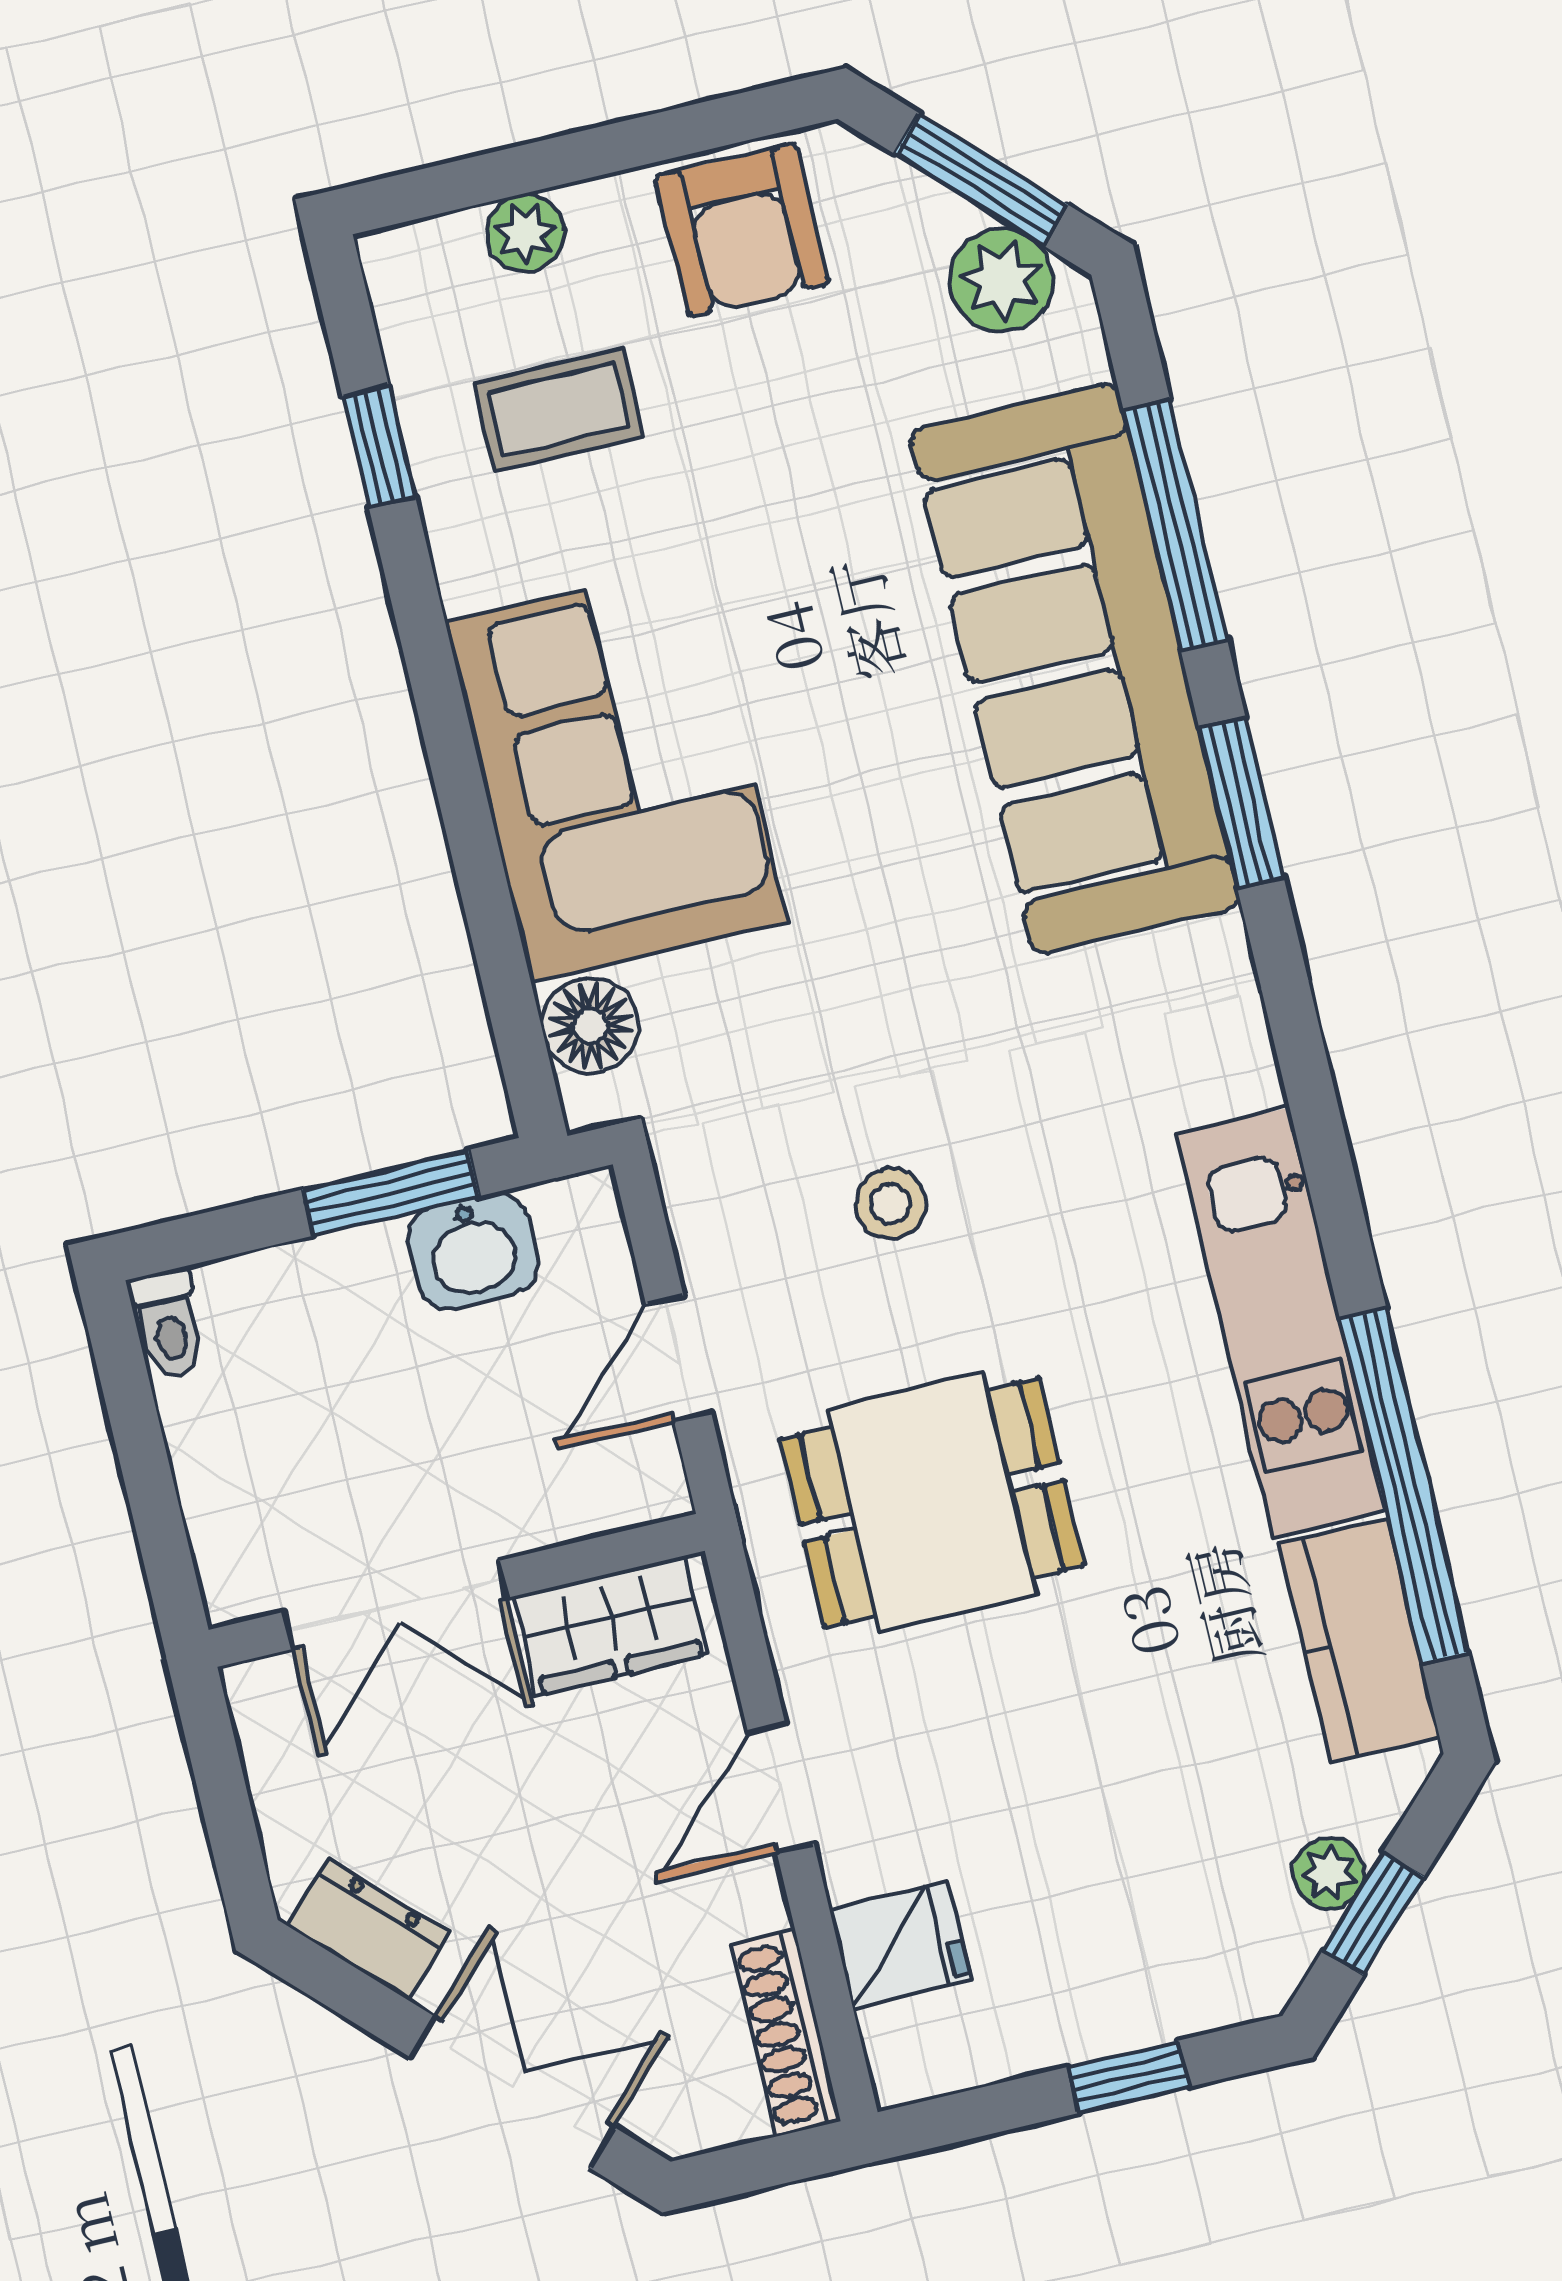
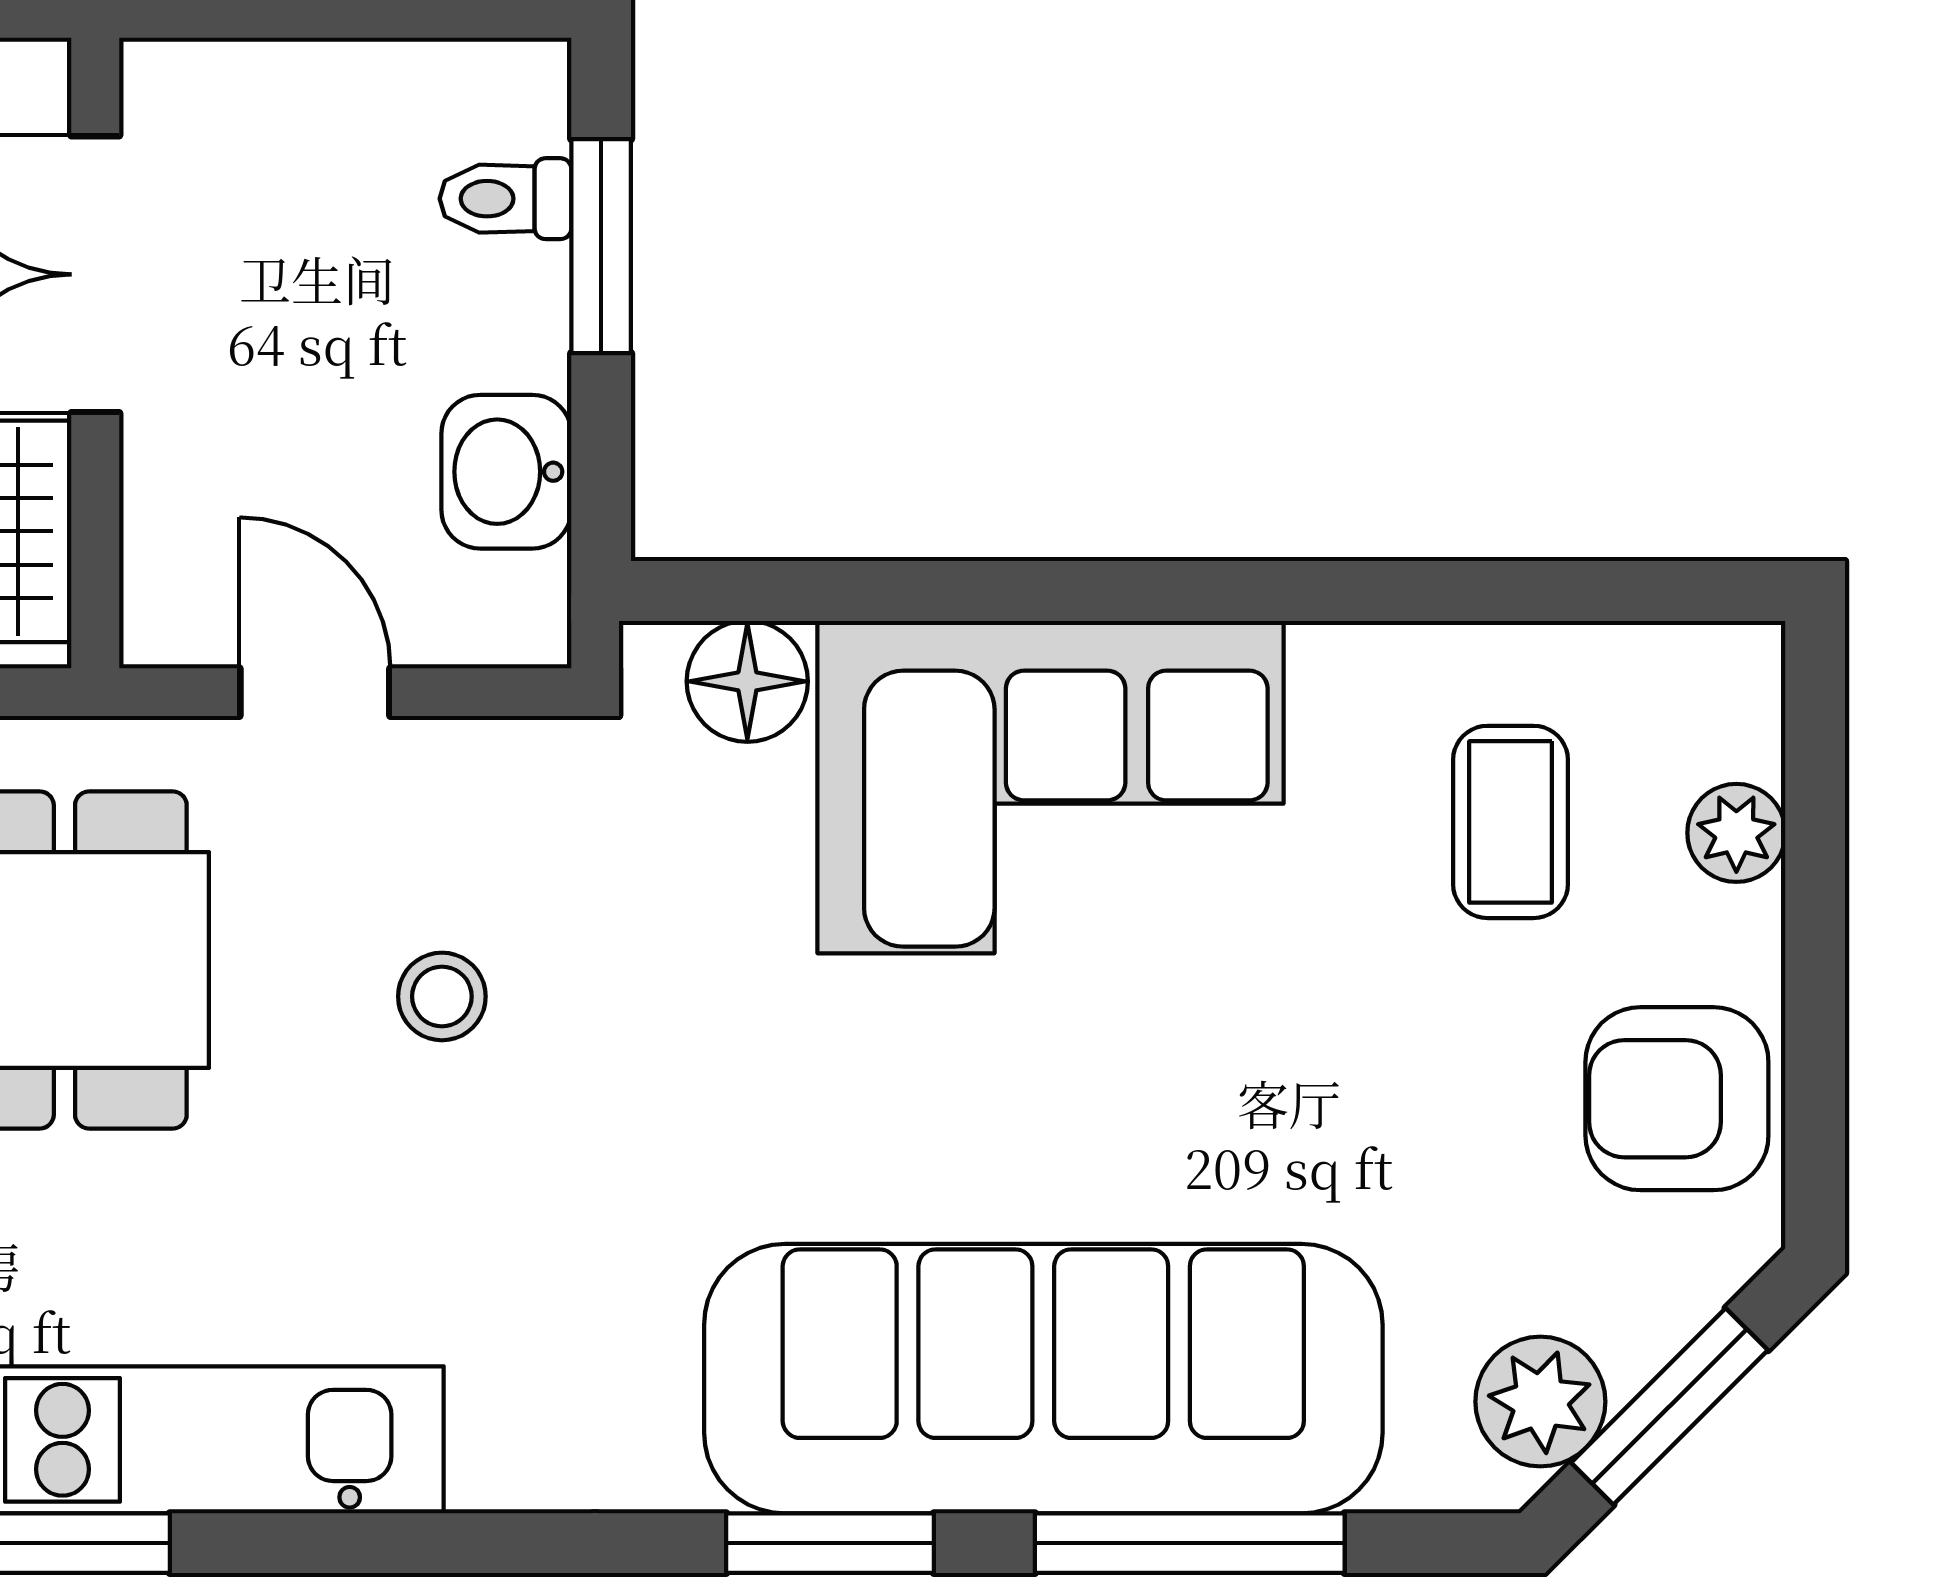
window: (379, 447) -> (1518, 591), removed
window: (391, 1193) -> (601, 246), moved
toilet: (169, 1324) -> (505, 199), moved

